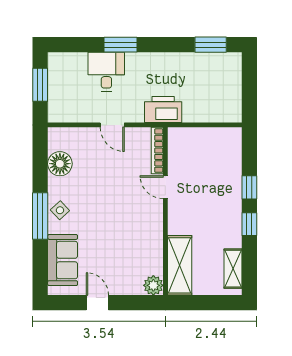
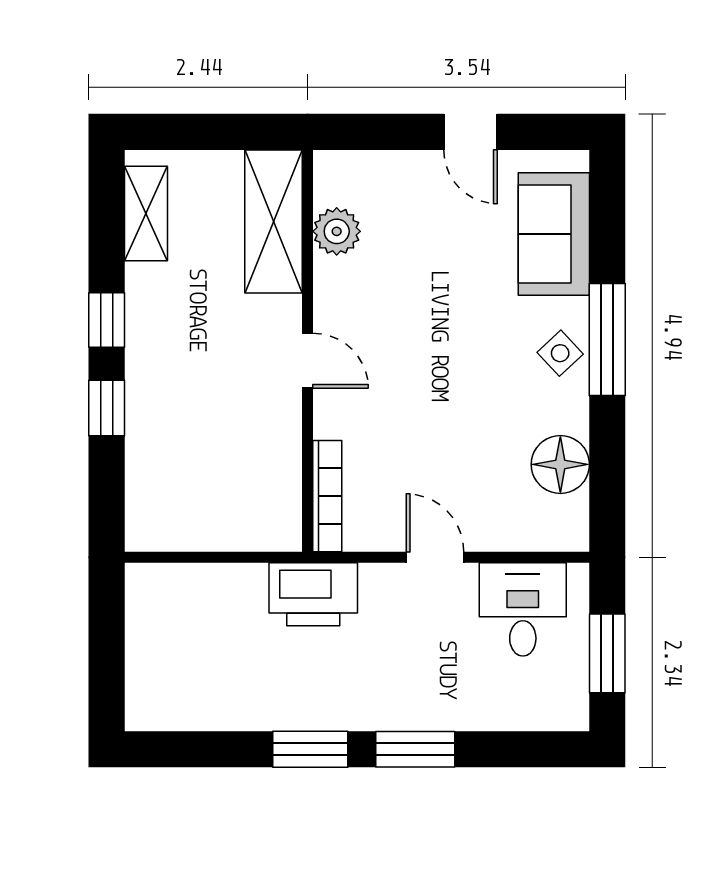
window: (211, 45) -> (310, 749), moved
desk: (106, 72) -> (523, 609), moved, turned 180
door: (165, 187) -> (308, 361), moved
plant: (153, 285) -> (337, 231), moved

